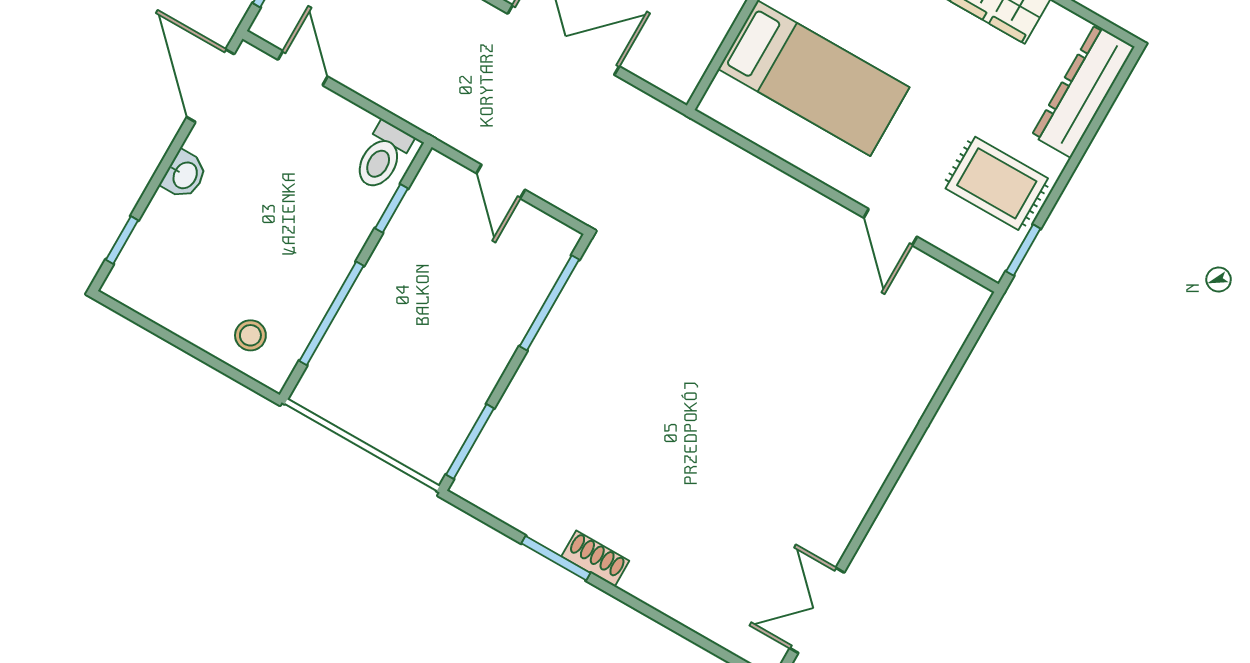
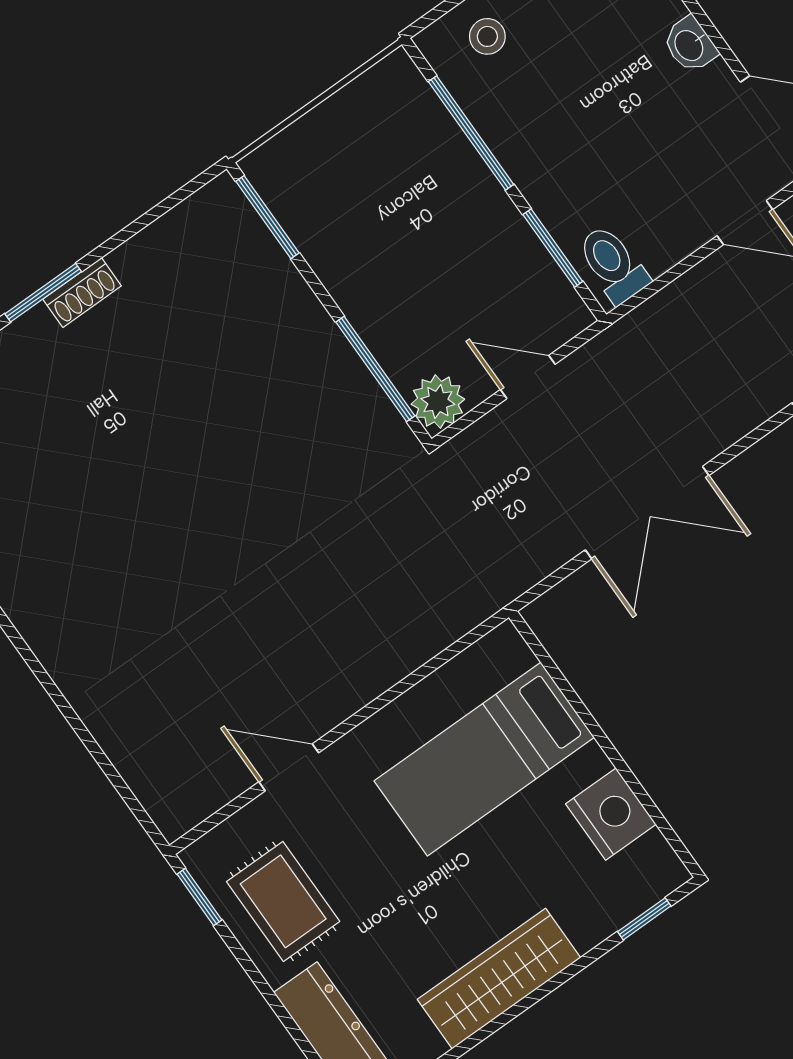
rug: (997, 183) -> (283, 901), turned 90
window: (392, 208) -> (553, 248), width x1.50
plant: (552, 243) -> (438, 402), added
window: (556, 558) -> (43, 293), moved

